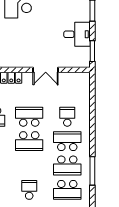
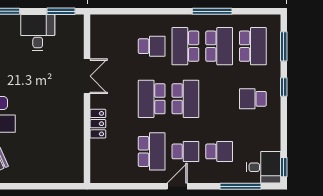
school desk: (67, 117) -> (152, 46), turned 180
window: (92, 171) -> (212, 11), moved

